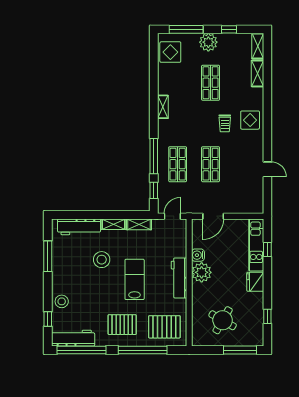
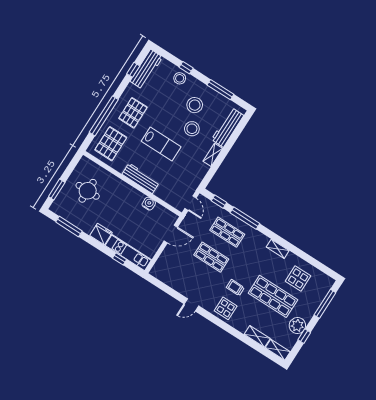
plant: (208, 42) -> (297, 326), moved
display table: (170, 52) -> (298, 278), moved
shop shelf: (211, 83) -> (273, 296), width x1.43, depth x1.36
door: (267, 169) -> (191, 305), moved
door: (213, 216) -> (171, 234), swing flipped
shelving: (139, 224) -> (201, 174), removed
stool: (78, 271) -> (195, 105), added
plant: (202, 272) -> (134, 198), removed
window: (267, 316) -> (69, 227), width x2.17
window: (48, 319) -> (186, 68), moved
round table: (223, 320) -> (88, 191), turned -30
window: (81, 350) -> (133, 70), width x0.32
window: (240, 350) -> (57, 190), width x0.69

